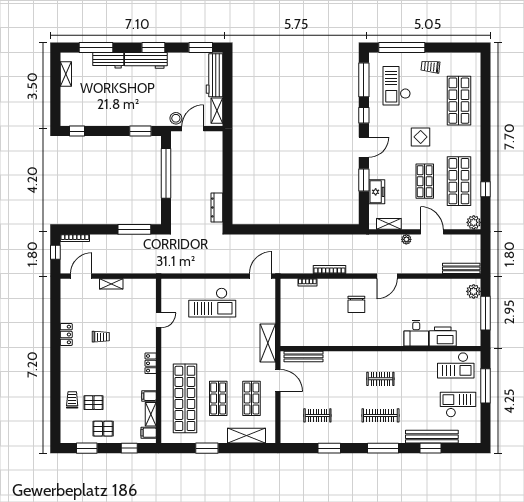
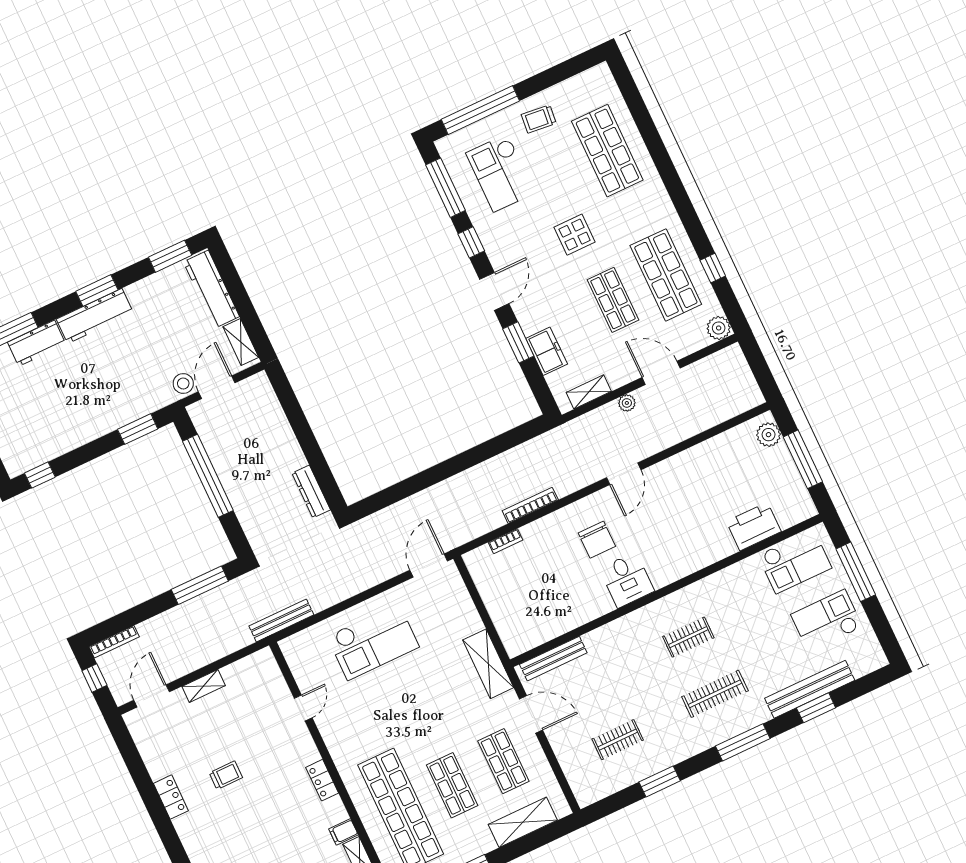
bench: (461, 268) -> (281, 620), moved
desk: (416, 333) -> (627, 580), moved

